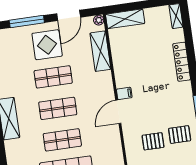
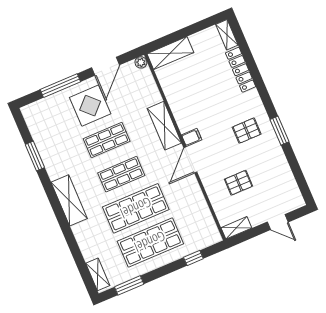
shelving: (100, 51) -> (164, 126), moved
locker: (182, 62) -> (241, 70), moved
pallet: (180, 135) -> (247, 131), moved
shop shelf: (62, 140) -> (136, 208), width x1.43, depth x1.36

